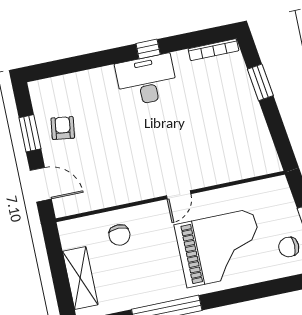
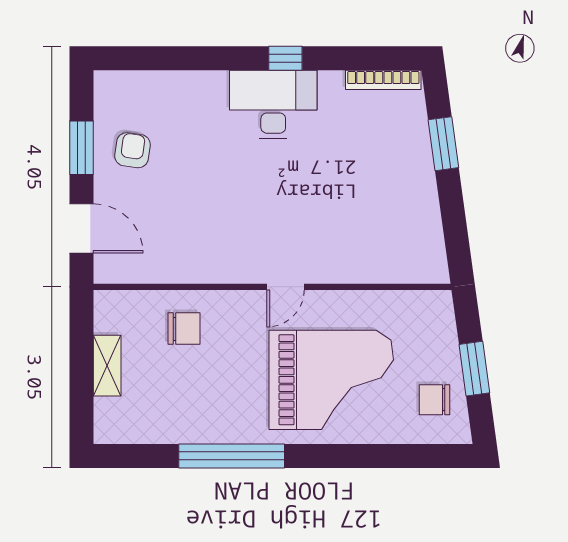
chair: (119, 235) -> (184, 329), turned -90
shelving: (80, 278) -> (107, 366), width x0.67, depth x0.75

